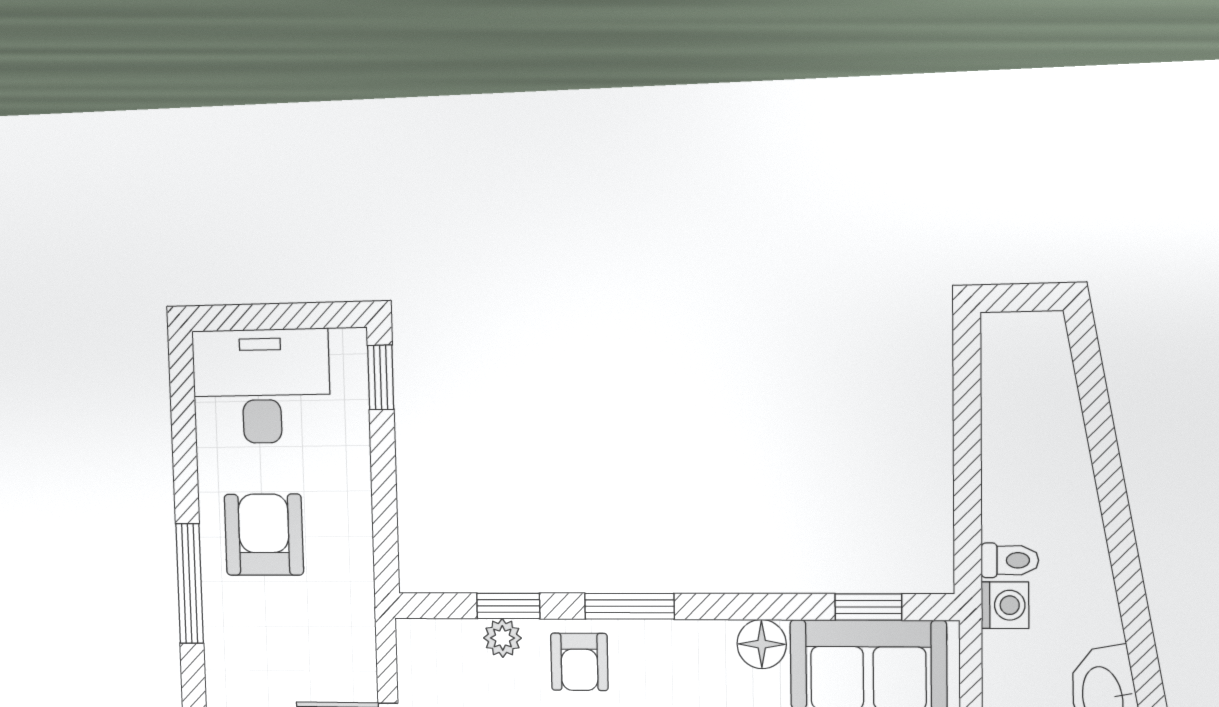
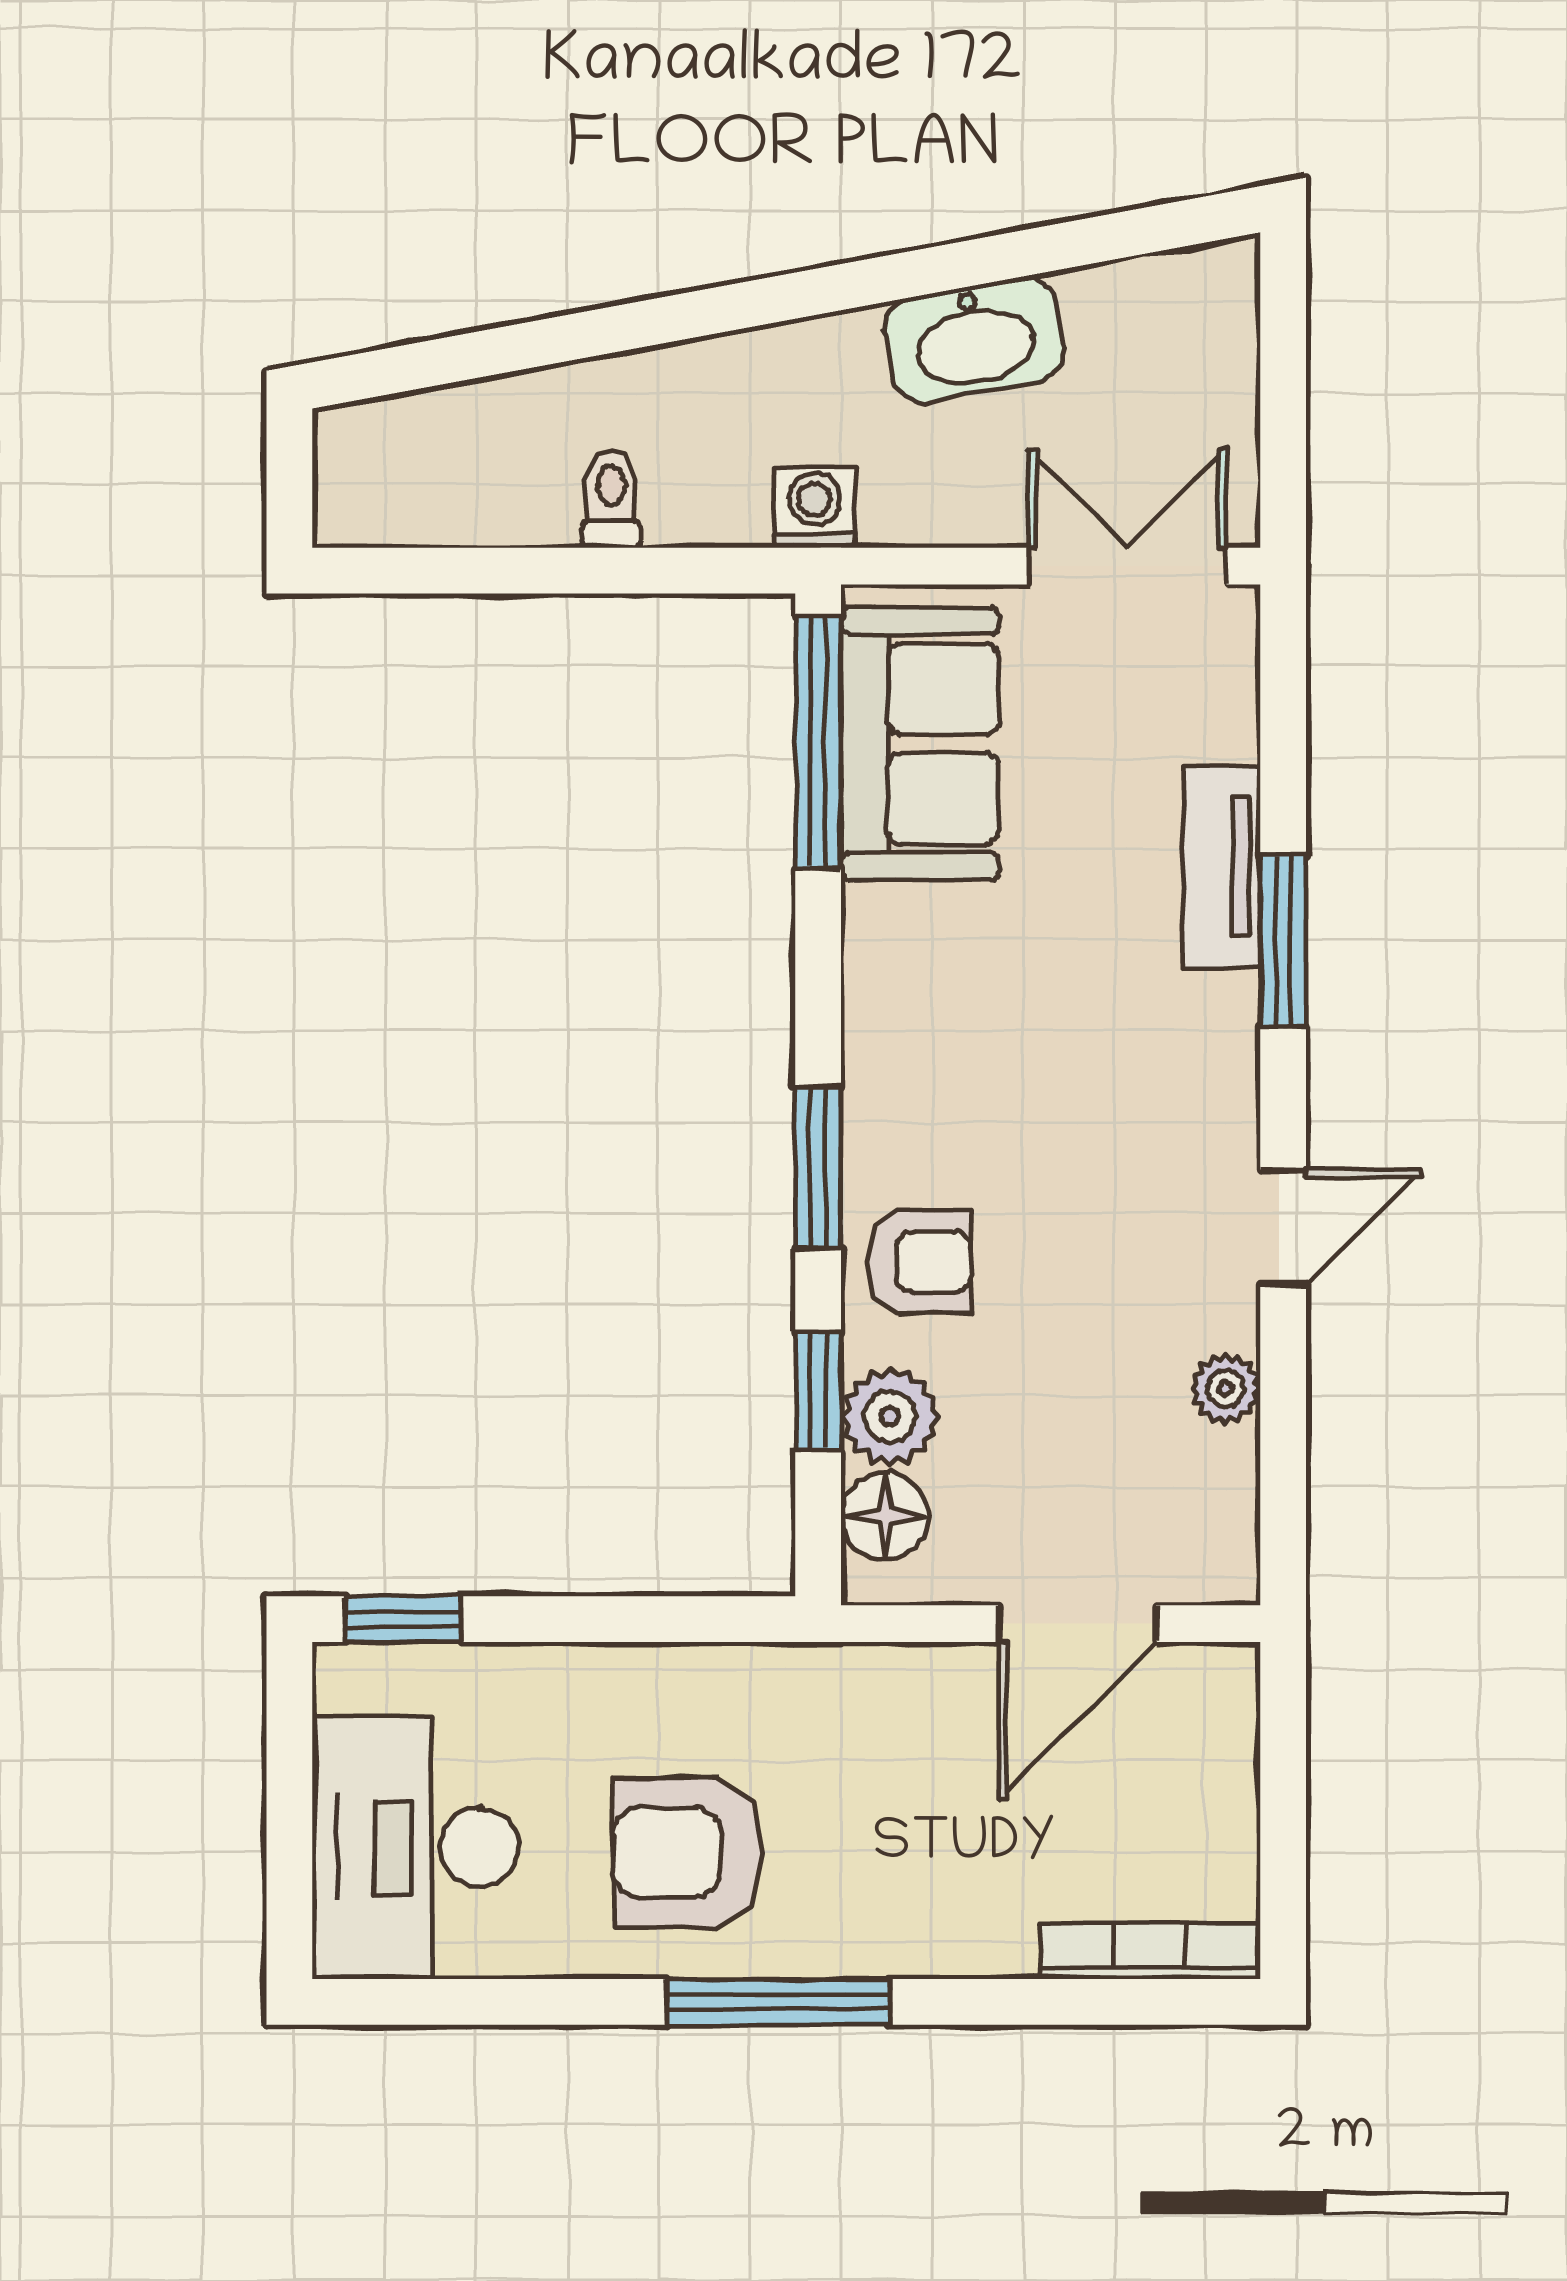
toilet: (1010, 560) -> (611, 499), moved
window: (868, 607) -> (818, 743), width x2.17
plant: (502, 638) -> (890, 1417), width x1.38, depth x1.38
floor lamp: (762, 644) -> (885, 1517), moved

